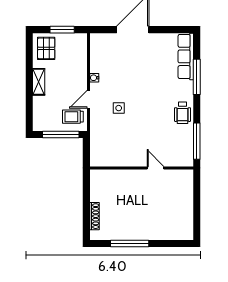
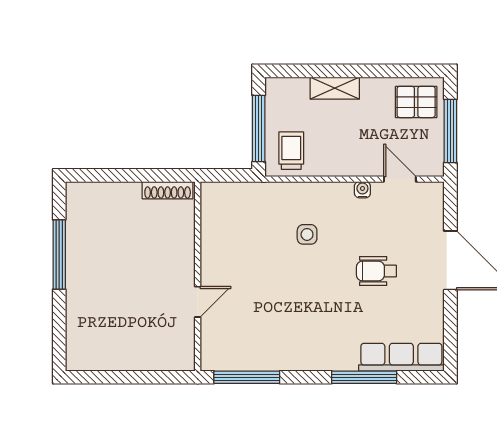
window: (62, 30) -> (450, 131), width x1.44
shelving: (39, 82) -> (335, 88), moved
door: (88, 99) -> (400, 179), moved
wheelchair: (183, 113) -> (376, 271), moved
shoe rack: (95, 216) -> (168, 190), moved

